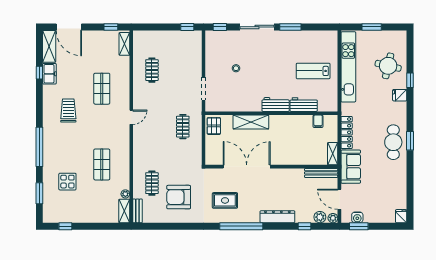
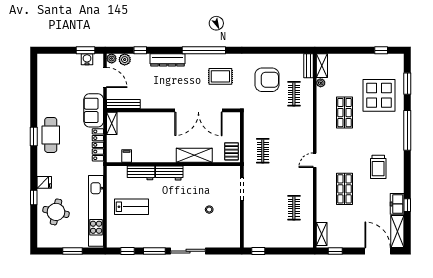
window: (220, 27) -> (128, 251), moved
display table: (67, 182) -> (379, 95), width x1.86, depth x1.86
fridge: (401, 216) -> (43, 60), removed

